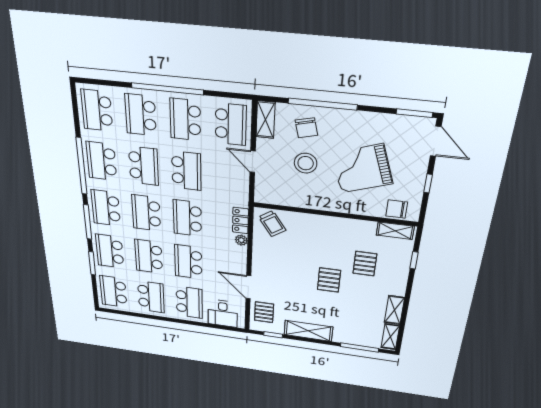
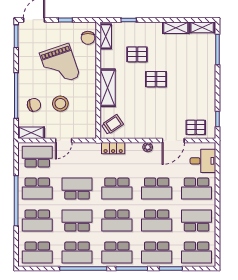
plant: (241, 240) -> (148, 147), moved
school desk: (189, 302) -> (196, 189), turned 180
shelving: (308, 331) -> (108, 88), moved

